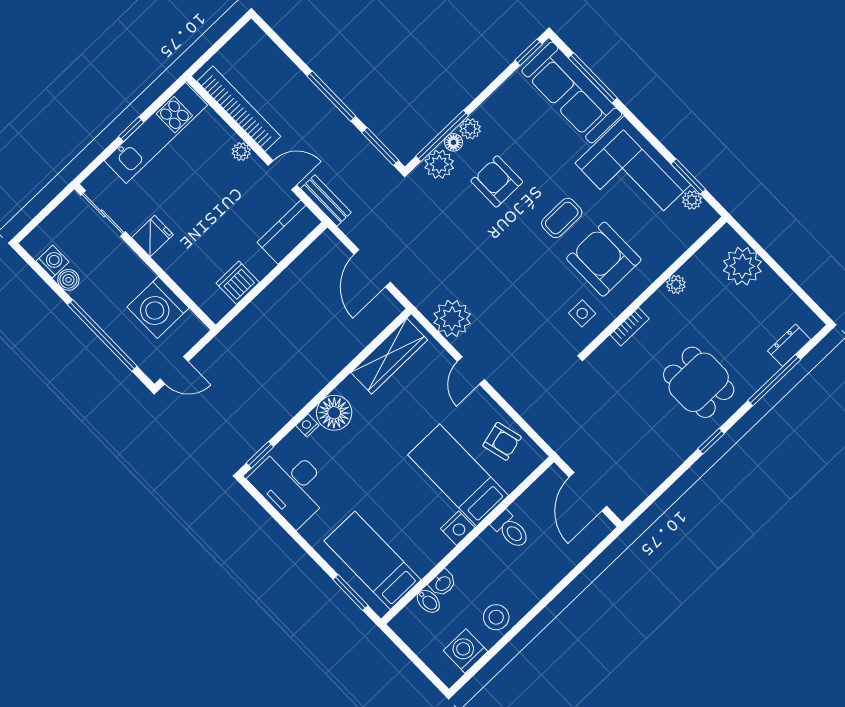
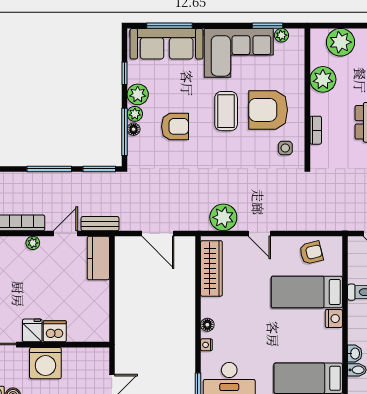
window: (529, 52) -> (124, 73), moved
plant: (439, 164) -> (138, 94), moved
armchair: (497, 181) -> (175, 126), turned 180
coffee table: (562, 218) -> (226, 111), width x1.36, depth x1.30
dishwasher: (238, 283) -> (55, 331), moved, turned 90
plant: (676, 284) -> (323, 79), width x1.88, depth x1.88
washing machine: (158, 307) -> (45, 363), moved
floor lamp: (334, 413) -> (207, 325), width x0.53, depth x0.53

